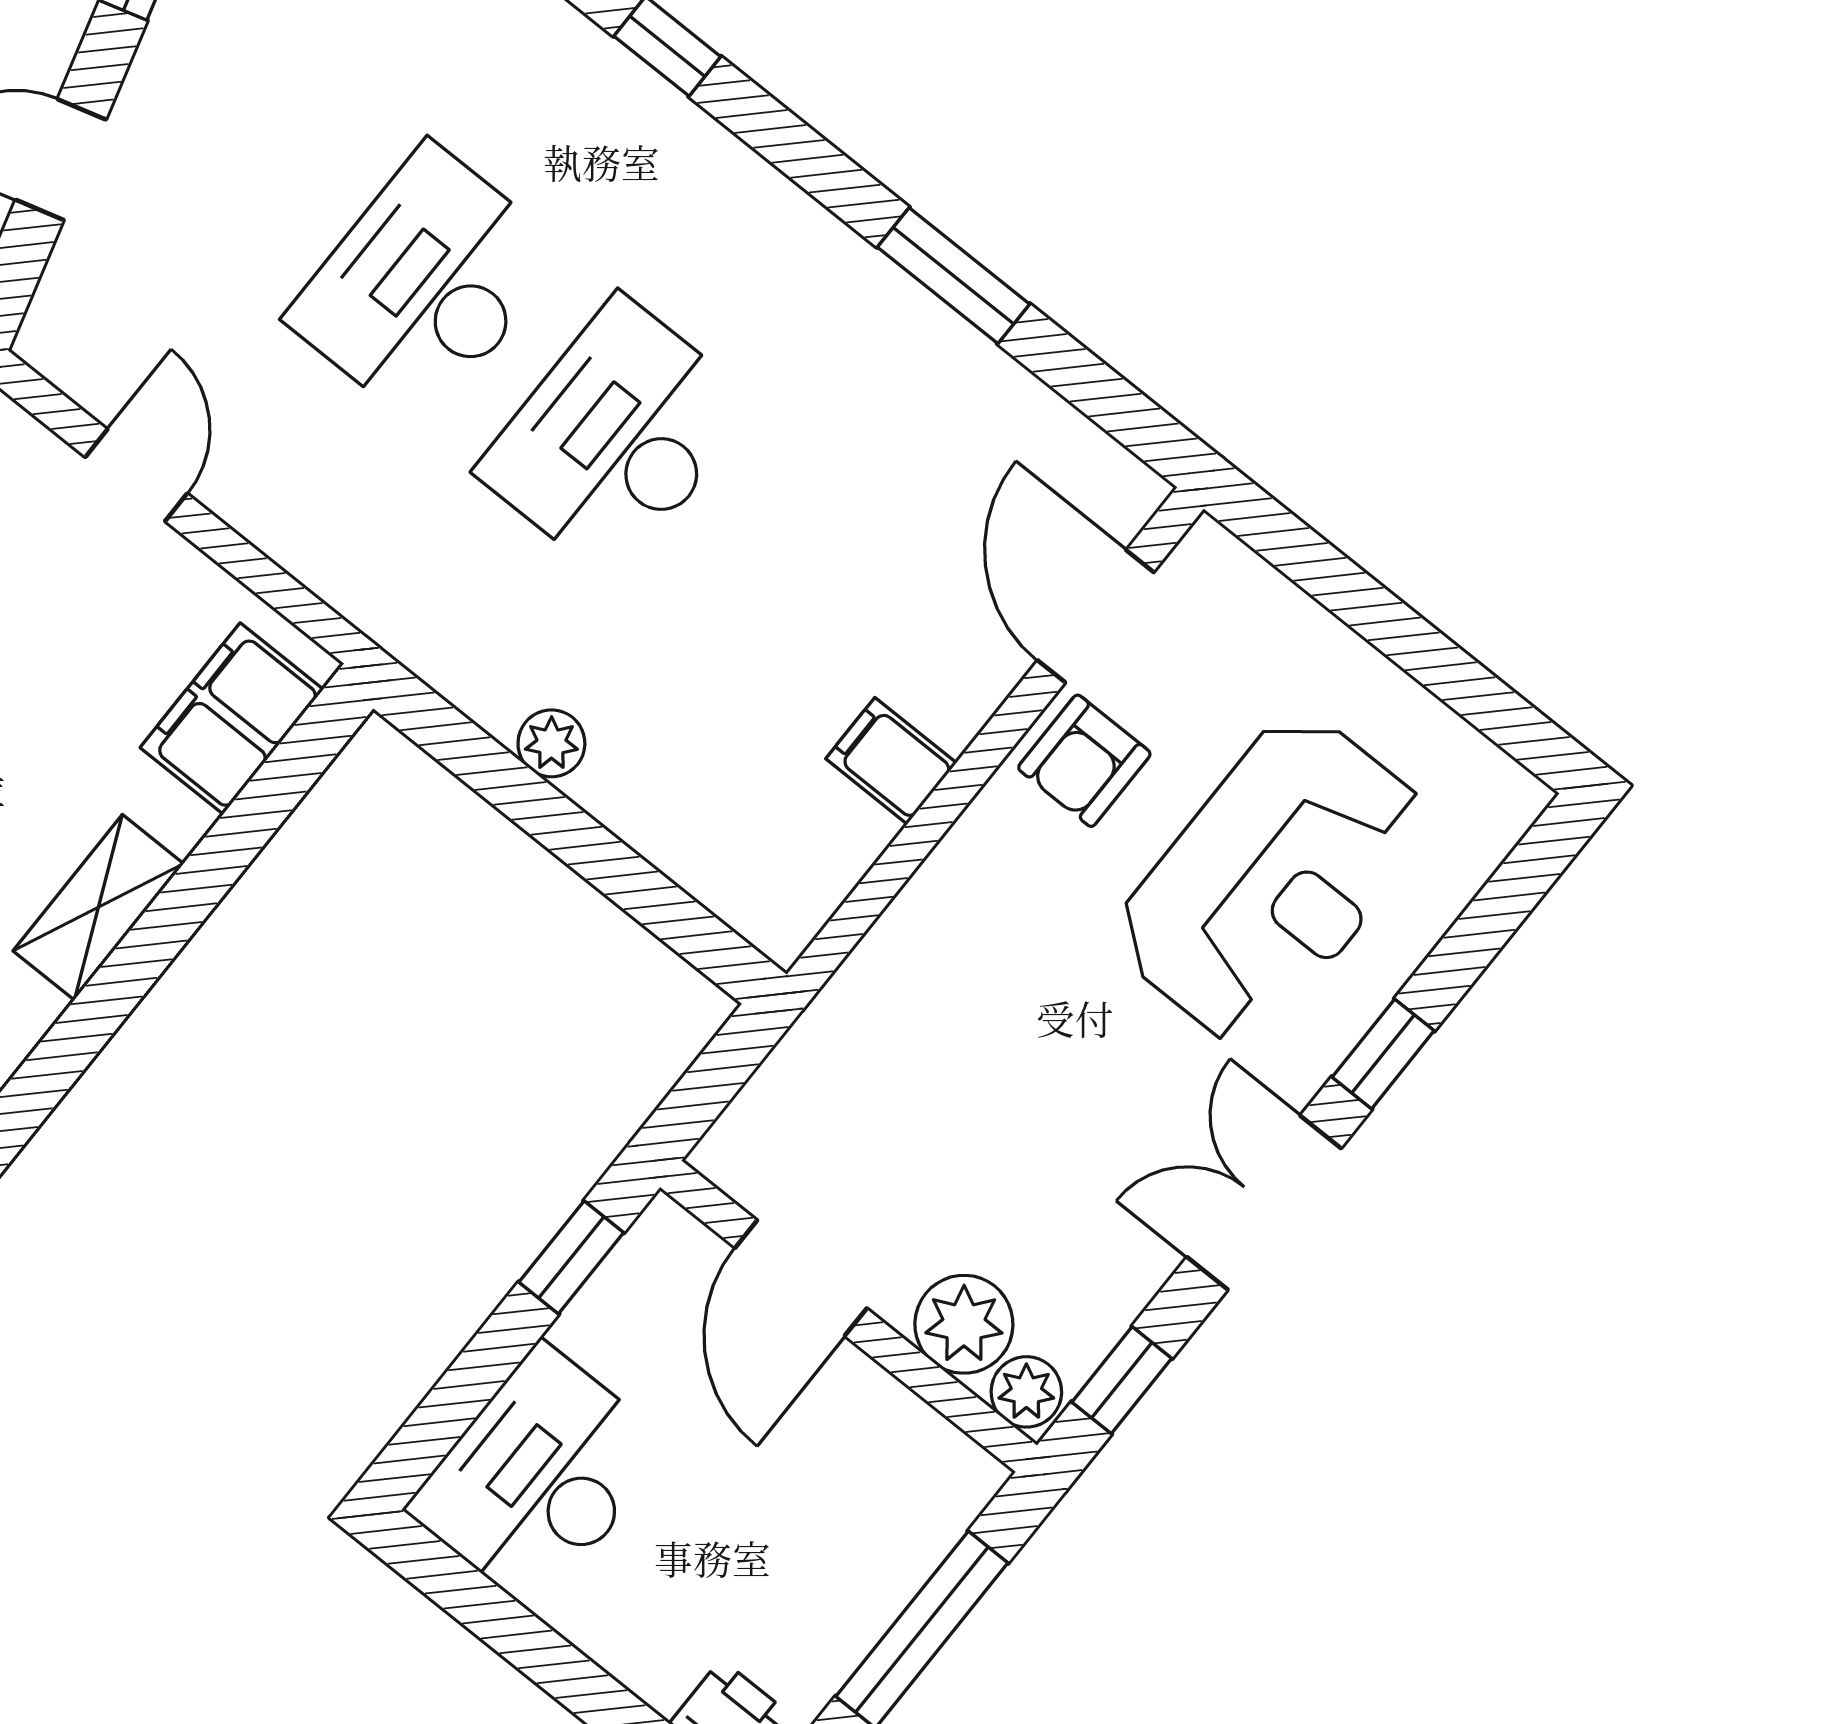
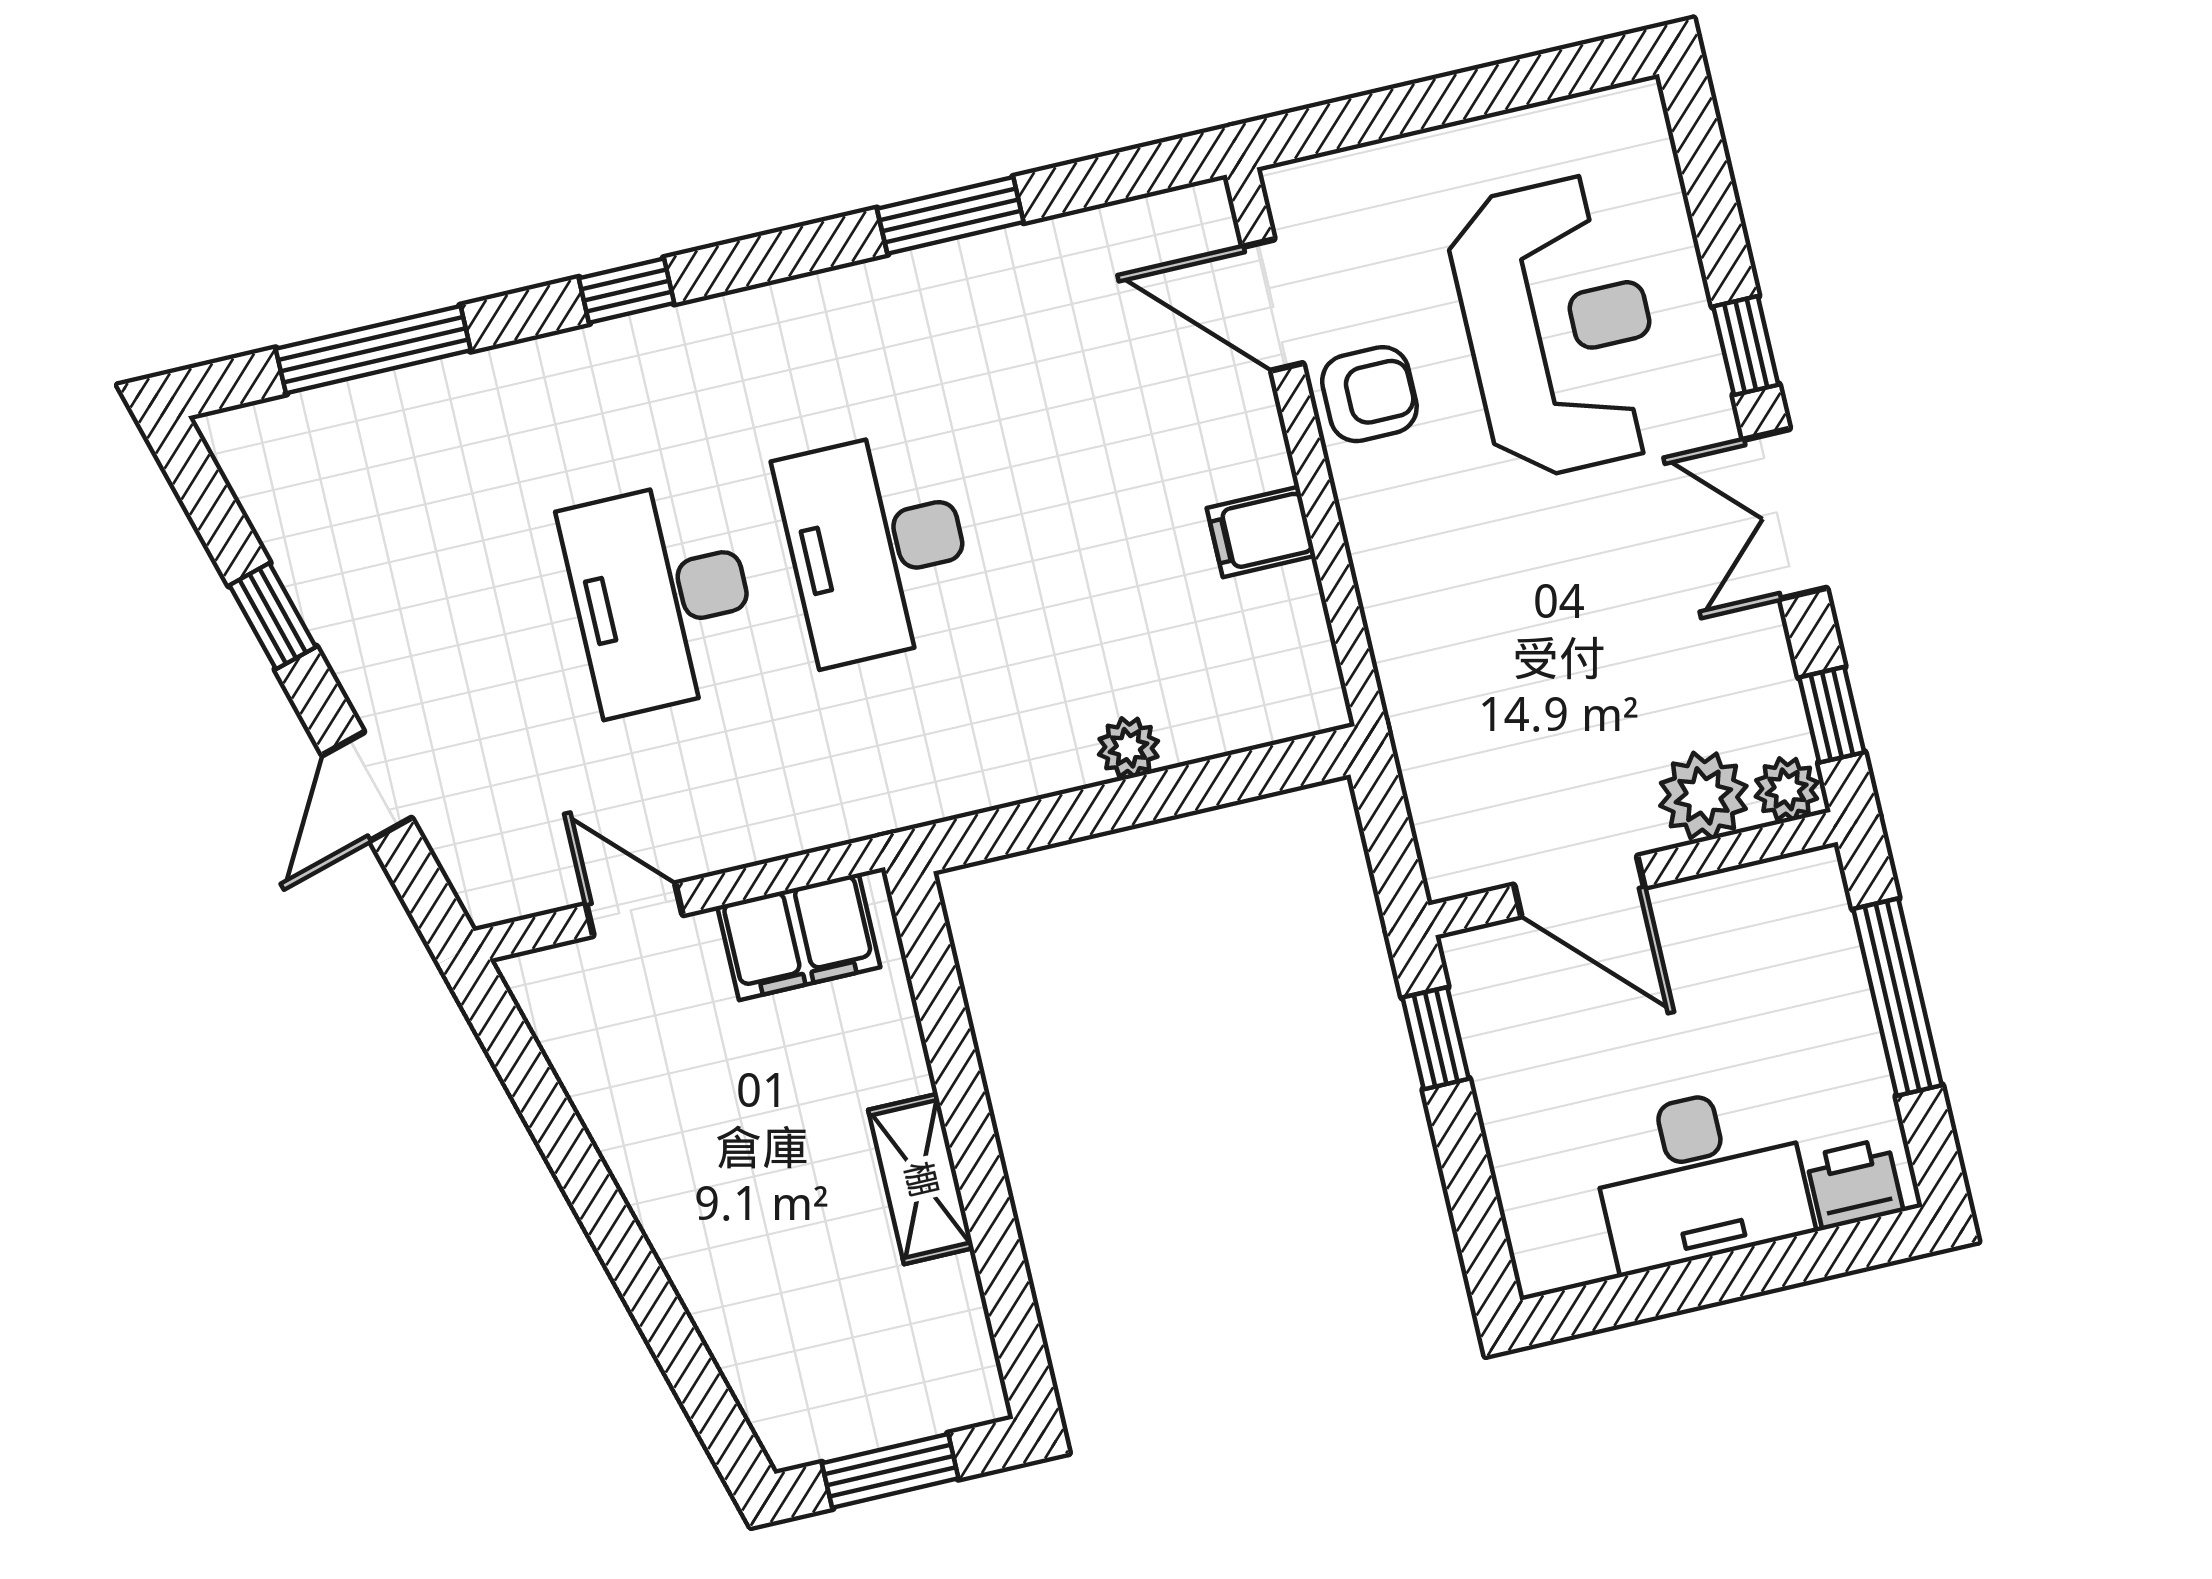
filing cabinet: (232, 718) -> (799, 937), moved, turned -90
plant: (551, 743) -> (1128, 748), moved
armchair: (1084, 761) -> (1369, 394), turned -90
desk: (539, 1478) -> (1701, 1177), moved, turned -90

